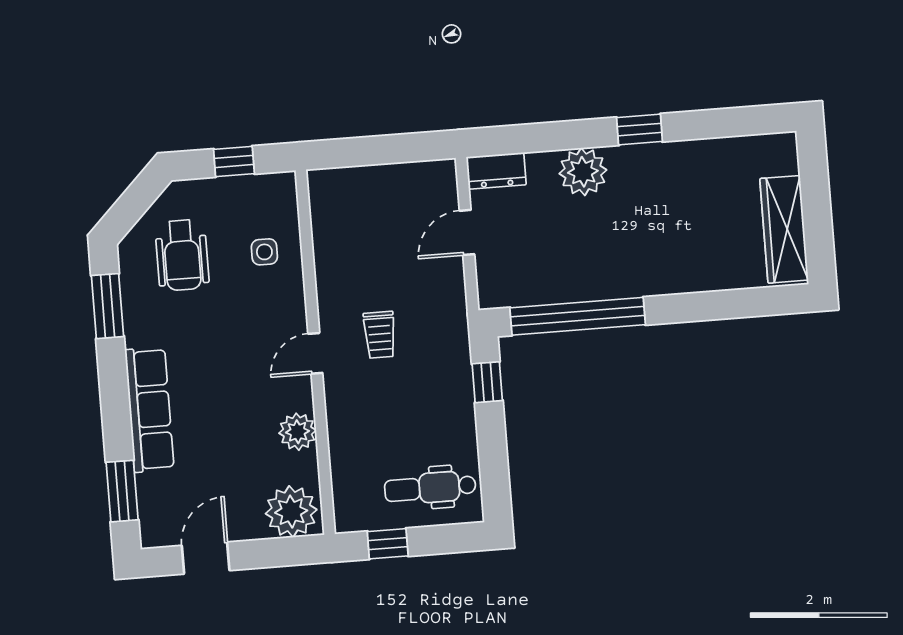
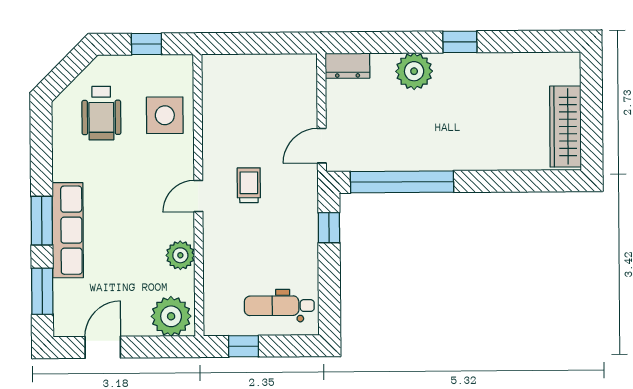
door: (467, 232) -> (322, 146), moved
side table: (264, 252) -> (165, 115), width x1.87, depth x1.87
window: (108, 306) -> (42, 221), moved
trolley: (380, 335) -> (249, 185), turned 180

